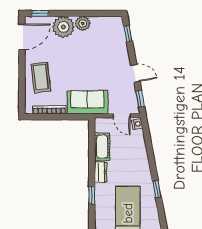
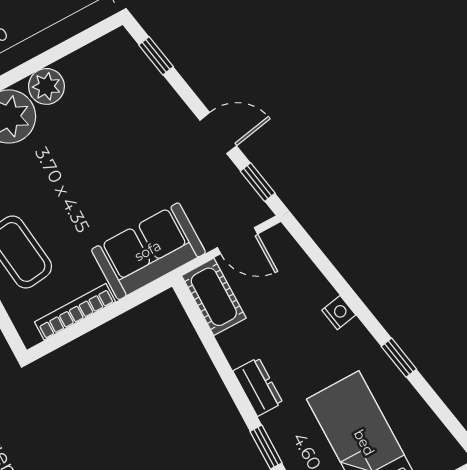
nightstand: (137, 124) -> (339, 313), moved
cot: (102, 147) -> (214, 297), moved

